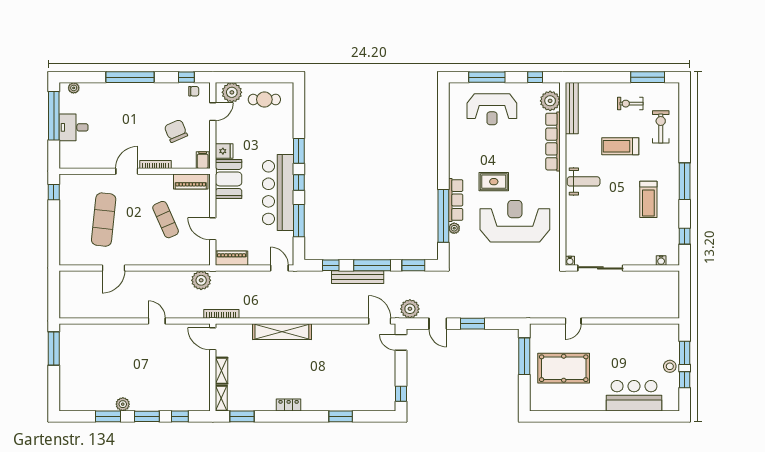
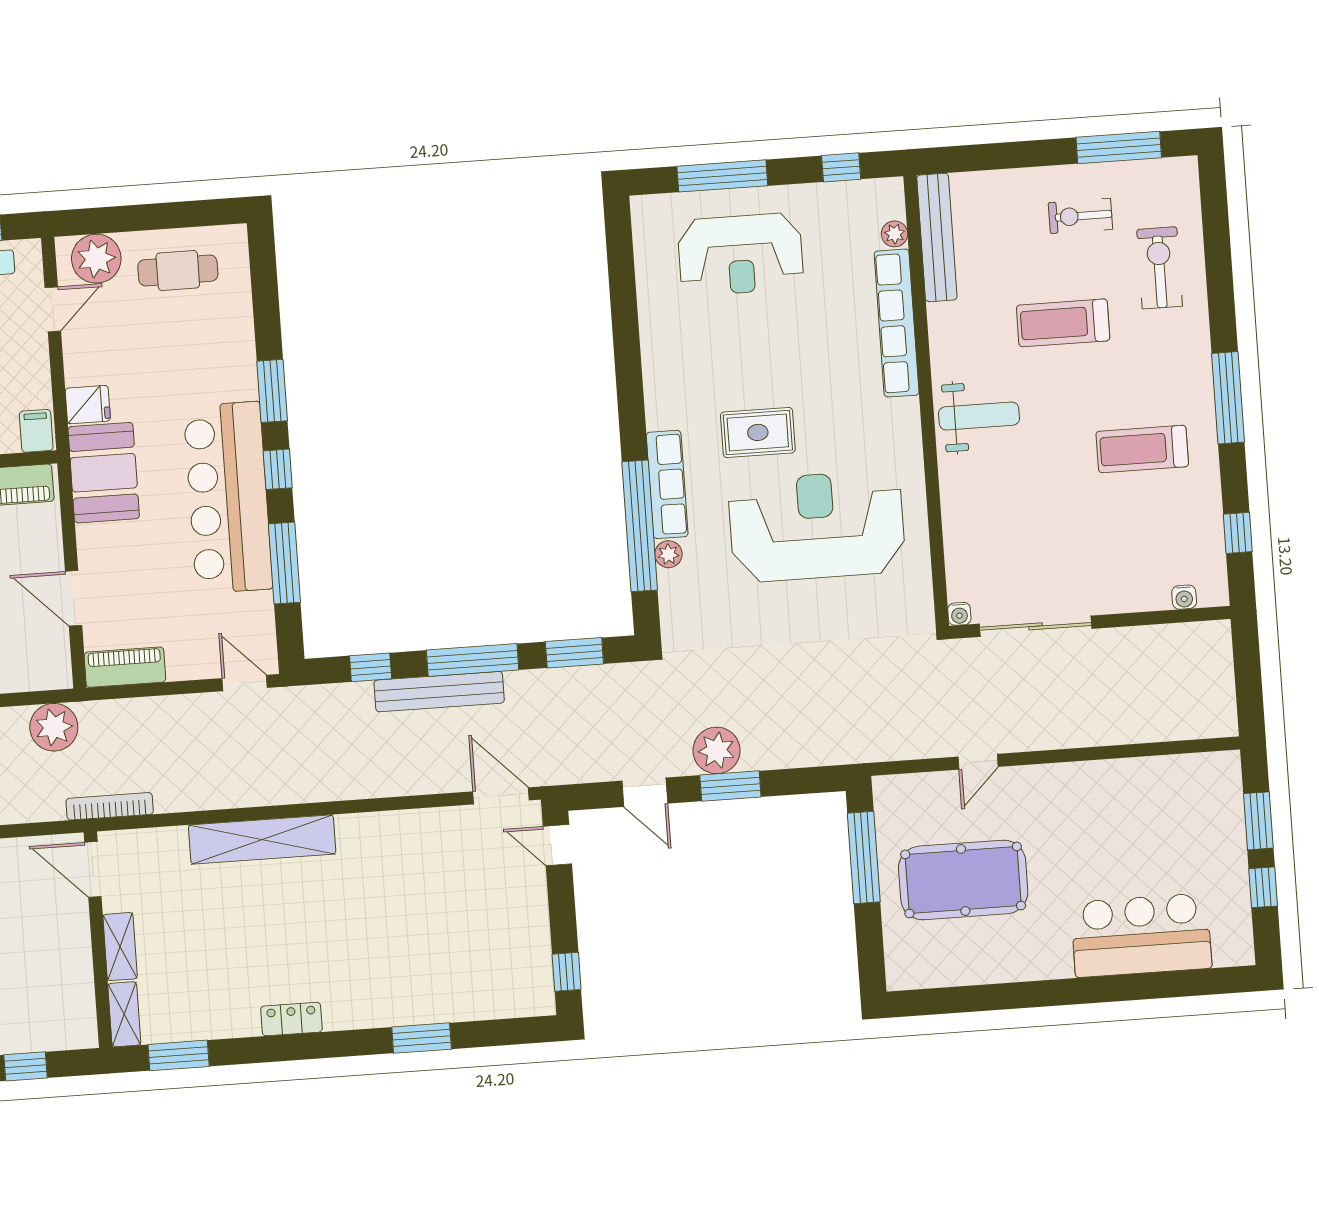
plant: (550, 101) -> (895, 234), width x0.53, depth x0.53
treadmill: (648, 199) -> (1142, 449), turned 90
plant: (410, 309) -> (717, 750), moved
stool: (670, 366) -> (1224, 856), removed

